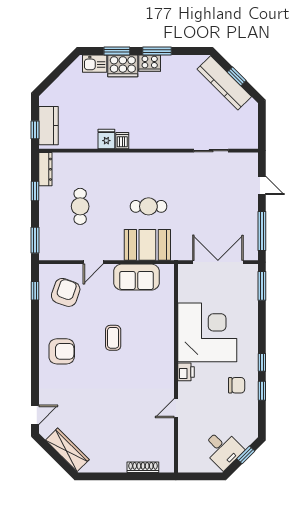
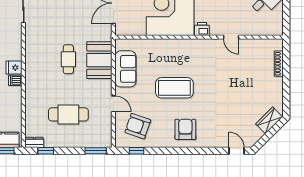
fridge: (106, 139) -> (14, 68), moved
dresser: (45, 169) -> (34, 142), width x0.70
window: (35, 191) -> (46, 151), moved
cafe table: (80, 206) -> (68, 114), width x1.37, depth x1.35
coffee table: (113, 338) -> (174, 88), width x1.86, depth x1.72
wardrobe: (67, 450) -> (269, 120), width x0.67

